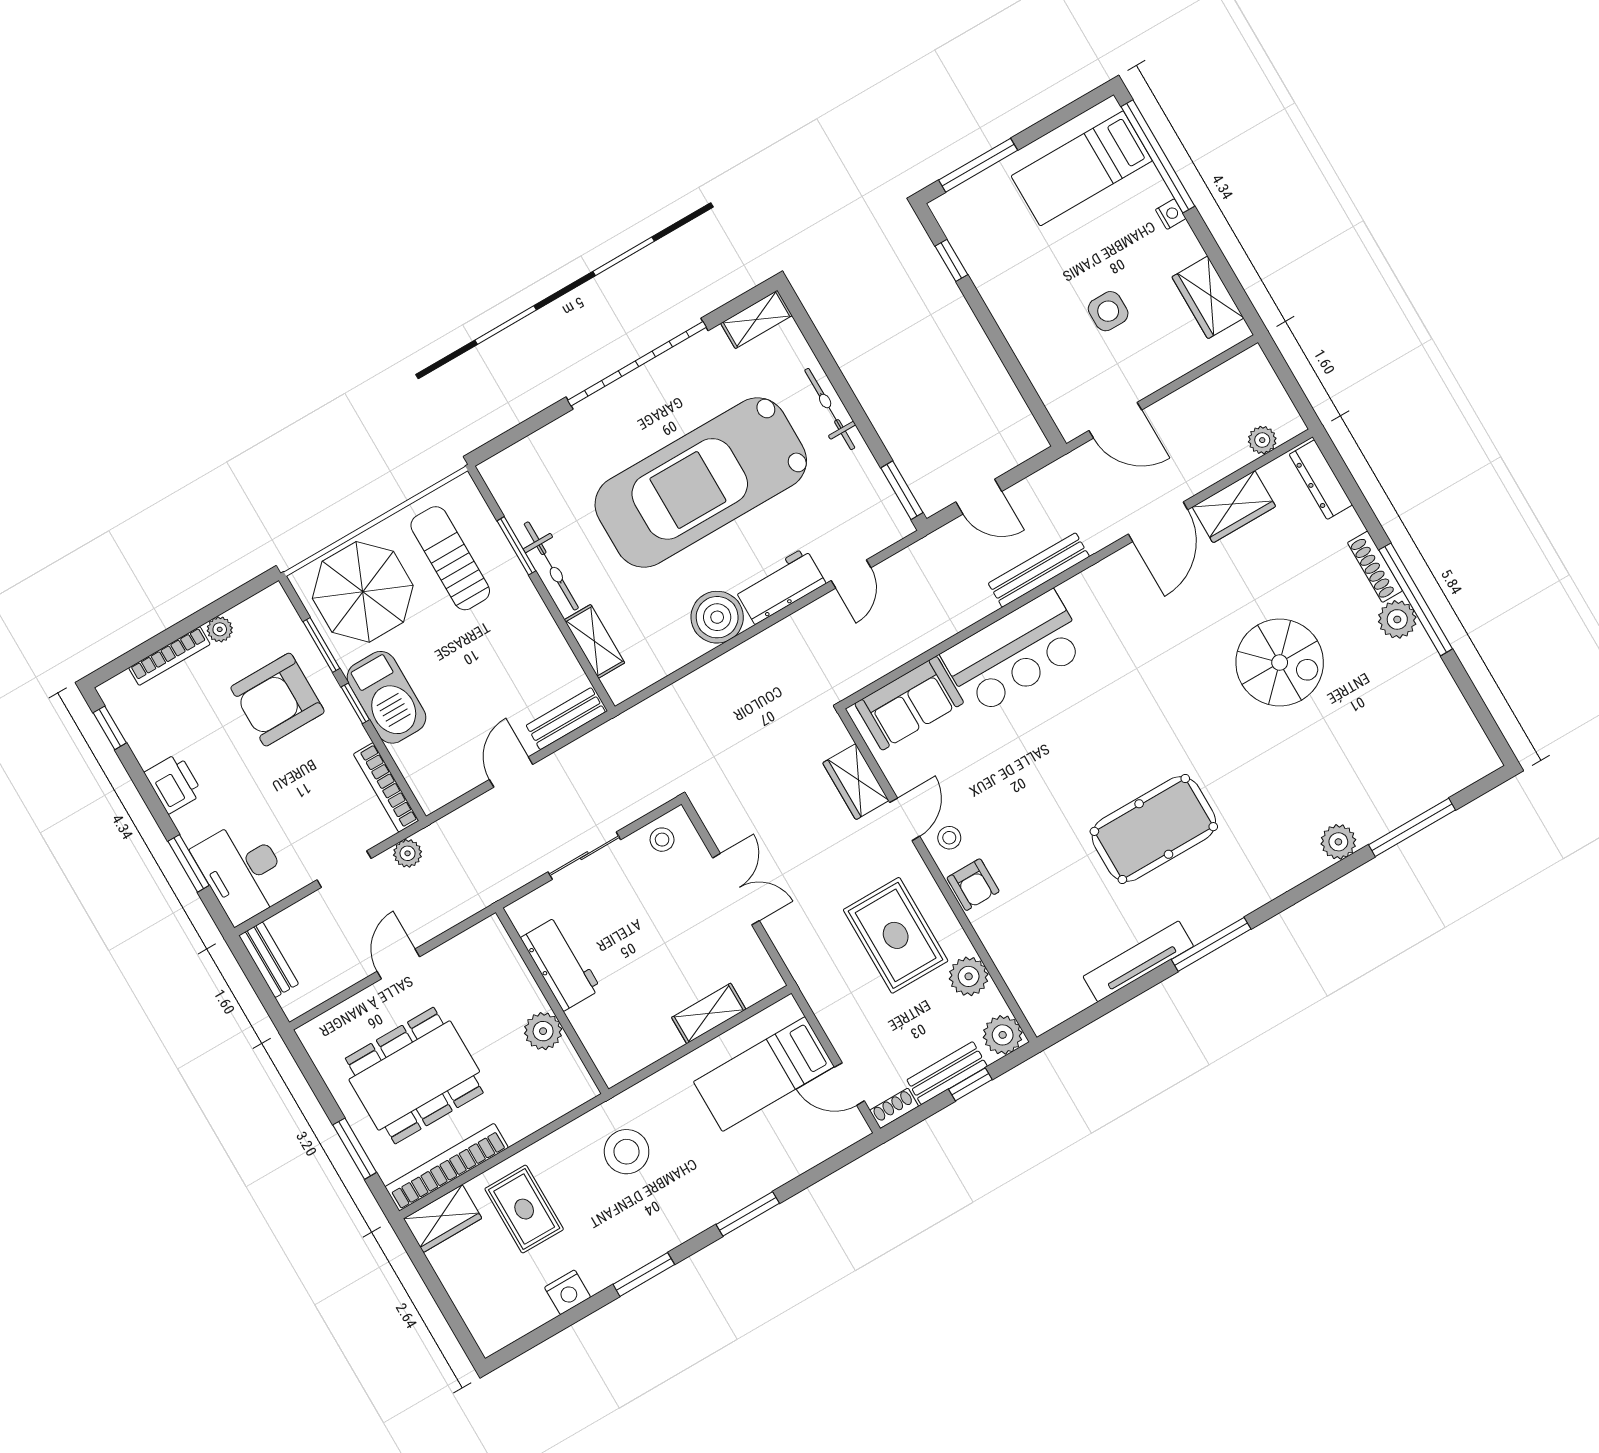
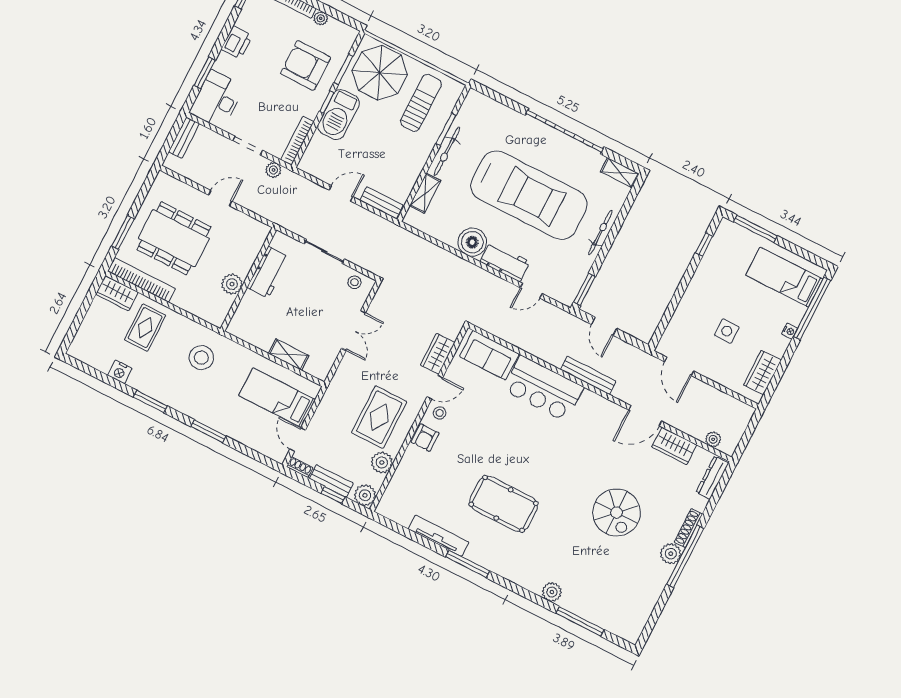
car: (701, 482) -> (529, 195), turned 180

